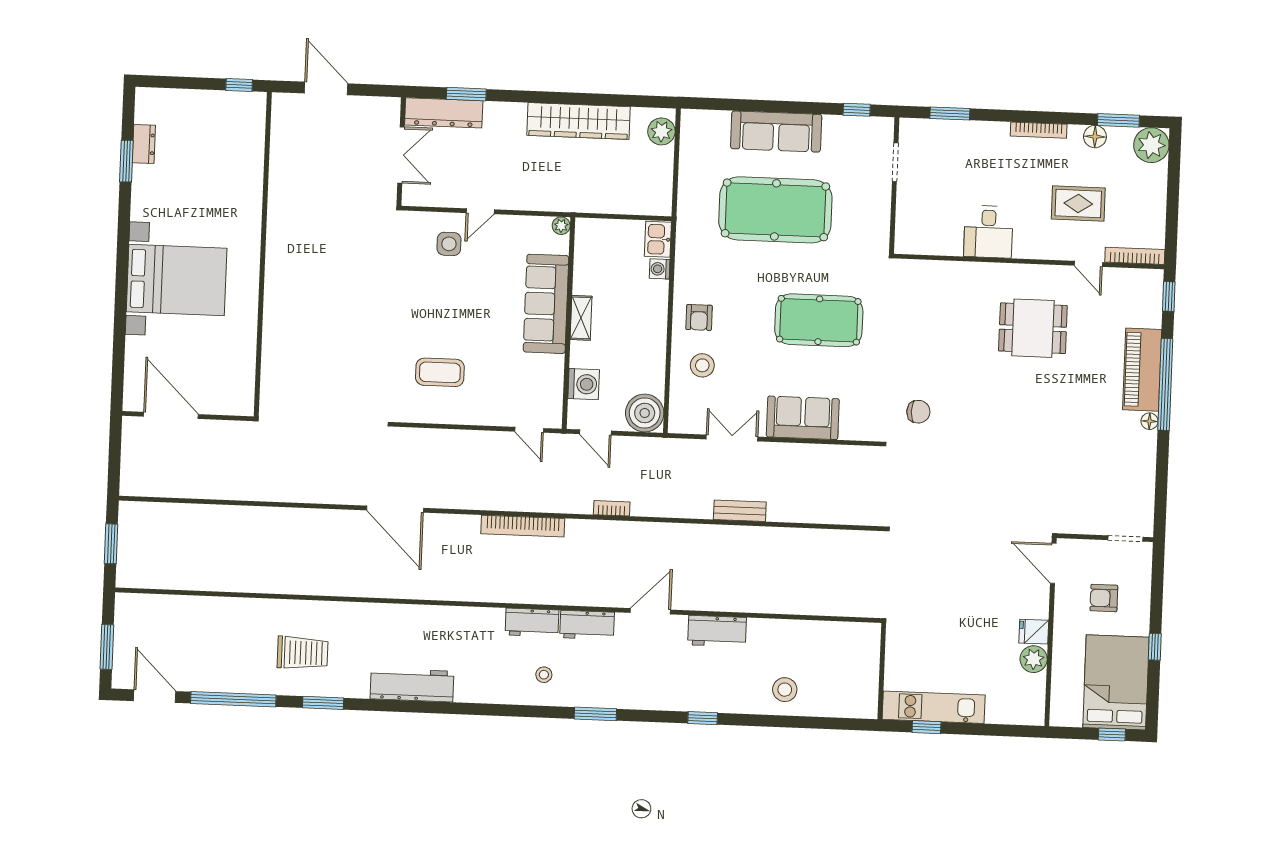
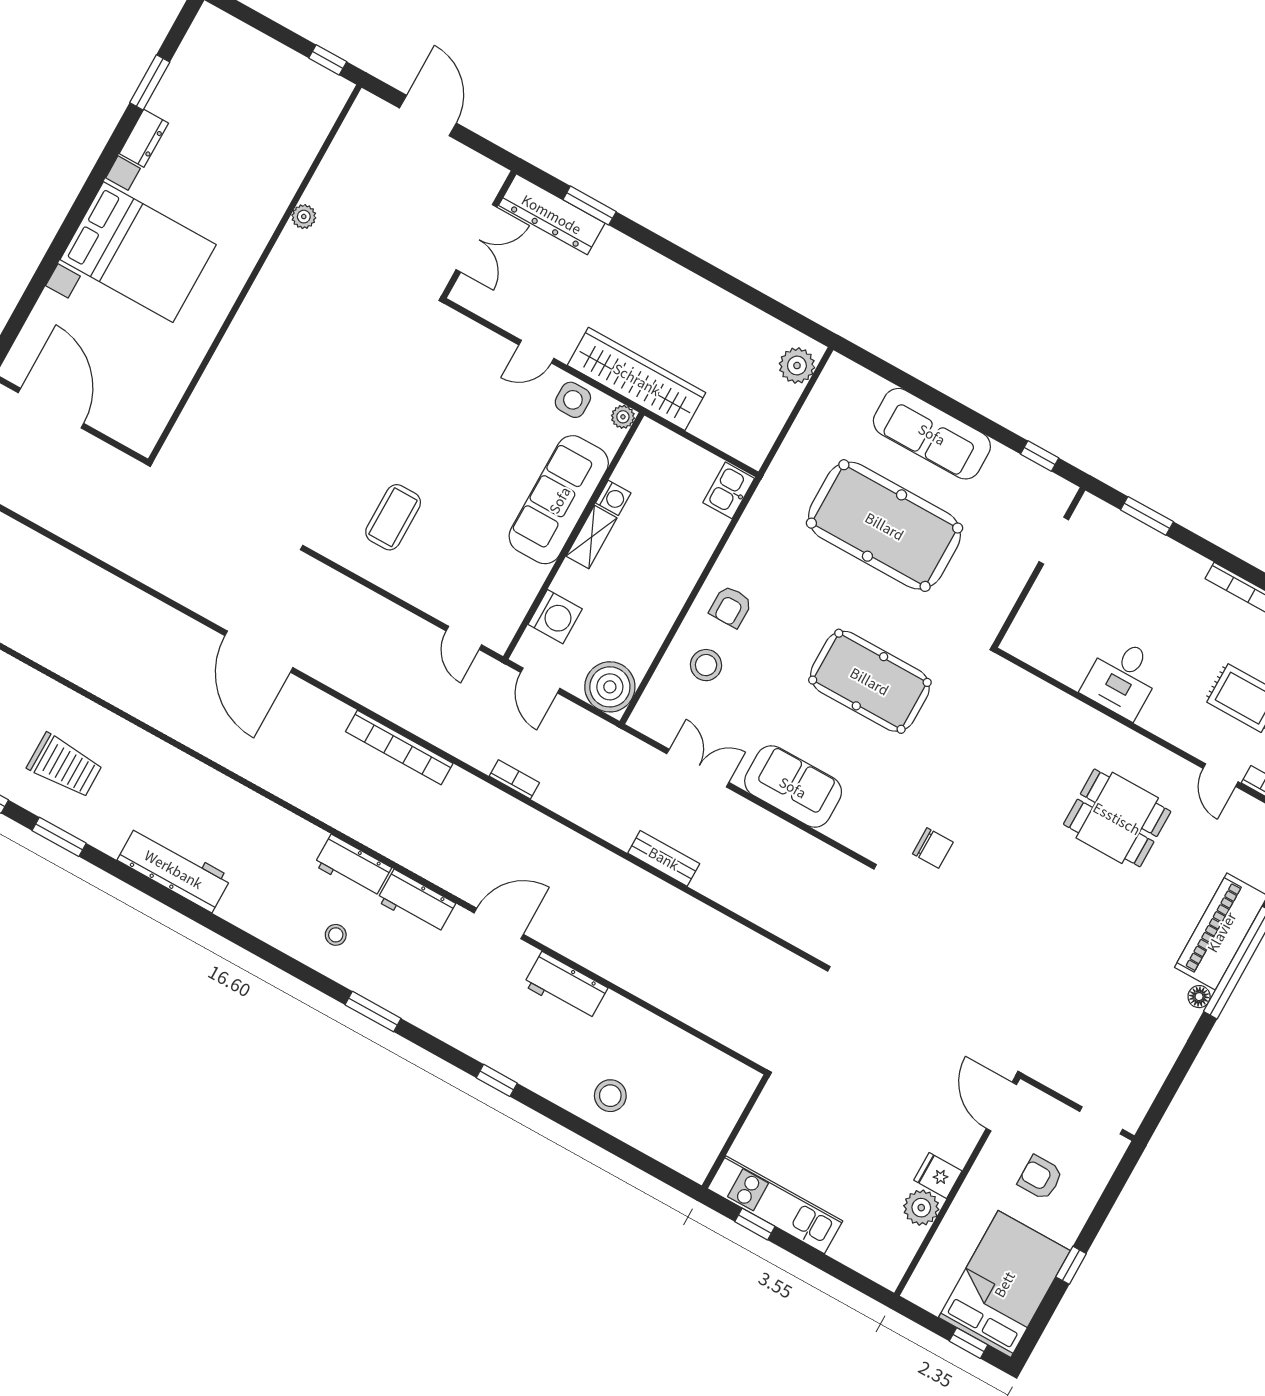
wardrobe: (579, 121) -> (637, 379), moved, turned 180
dresser: (144, 144) -> (144, 138), moved
plant: (277, 199) -> (304, 217), added
side table: (449, 244) -> (573, 400), moved
washing machine: (660, 269) -> (613, 498), moved, turned 180
coffee table: (440, 372) -> (393, 517), turned 90

